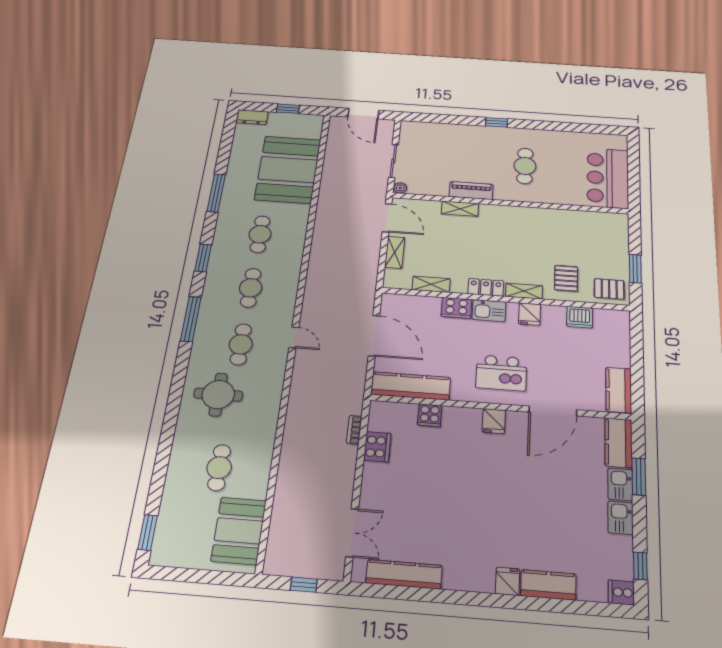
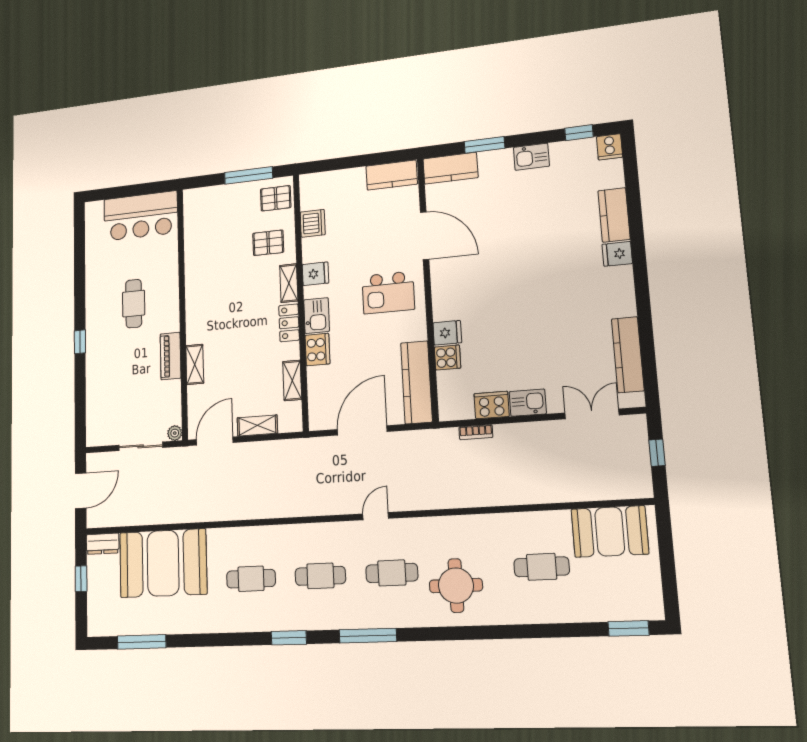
dresser: (252, 117) -> (103, 544), moved, turned 90
cafe table: (525, 166) -> (134, 304), turned 90
window: (216, 193) -> (142, 642), moved
window: (635, 269) -> (249, 175), width x1.44
pallet: (609, 289) -> (276, 198), turned 90
kitchen island: (501, 373) -> (388, 293), turned 90
fridge: (494, 421) -> (447, 333), moved
kitchen sink: (620, 484) -> (528, 403), moved, turned 180

